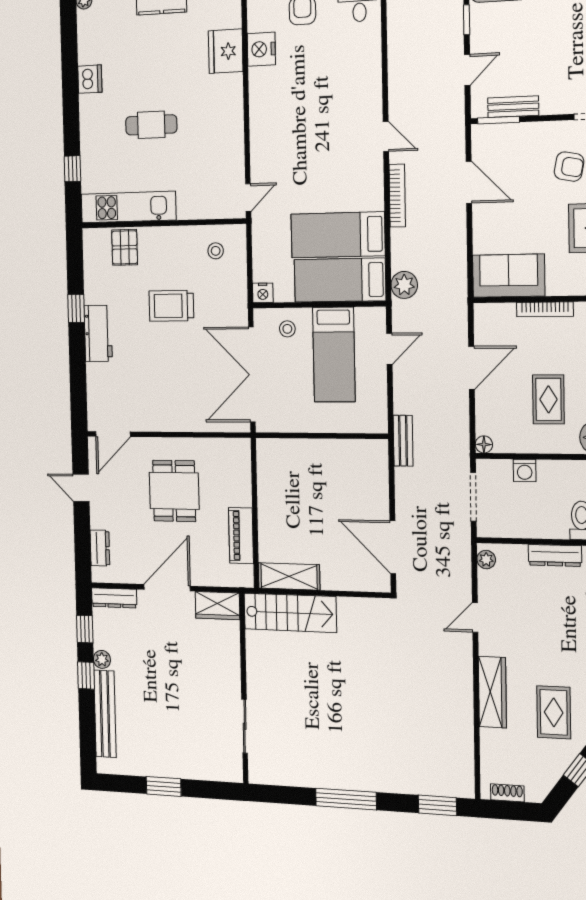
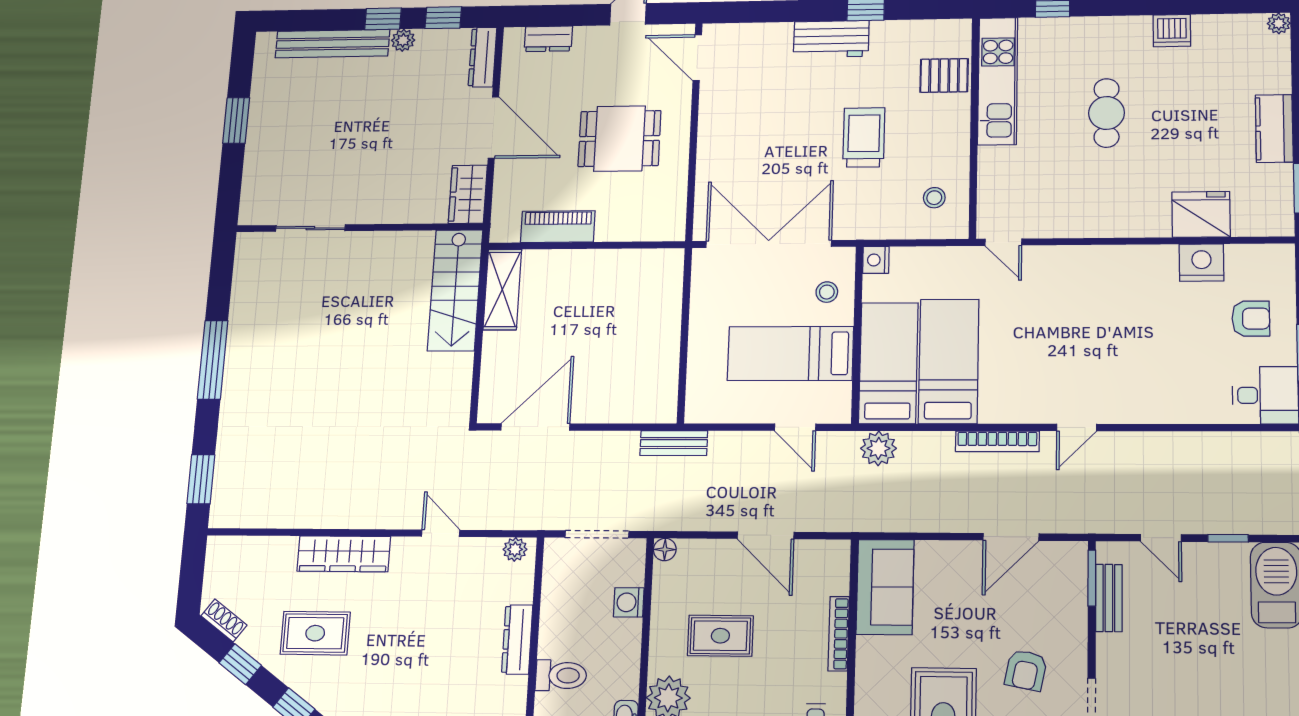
shoe rack: (507, 793) -> (224, 620), moved, turned -54

